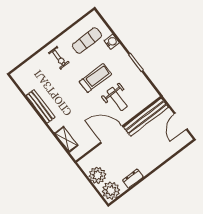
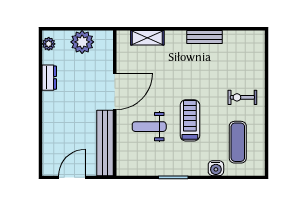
treadmill: (95, 78) -> (190, 120), turned 180
bench: (41, 106) -> (204, 37), width x0.73
door: (181, 121) -> (72, 177), hinge flipped
plant: (111, 191) -> (49, 44), width x0.53, depth x0.53

